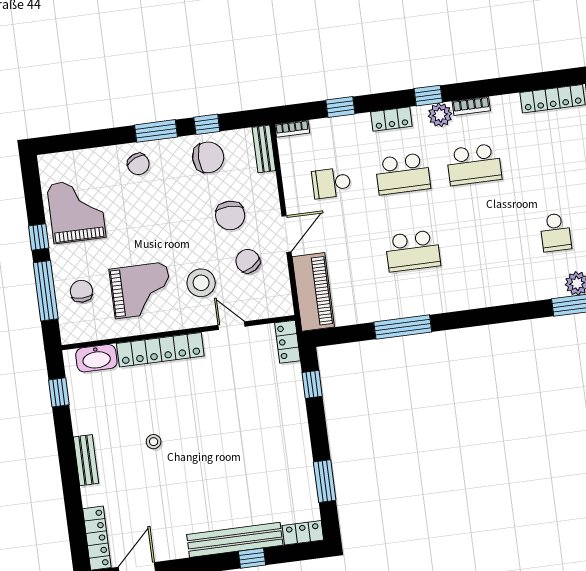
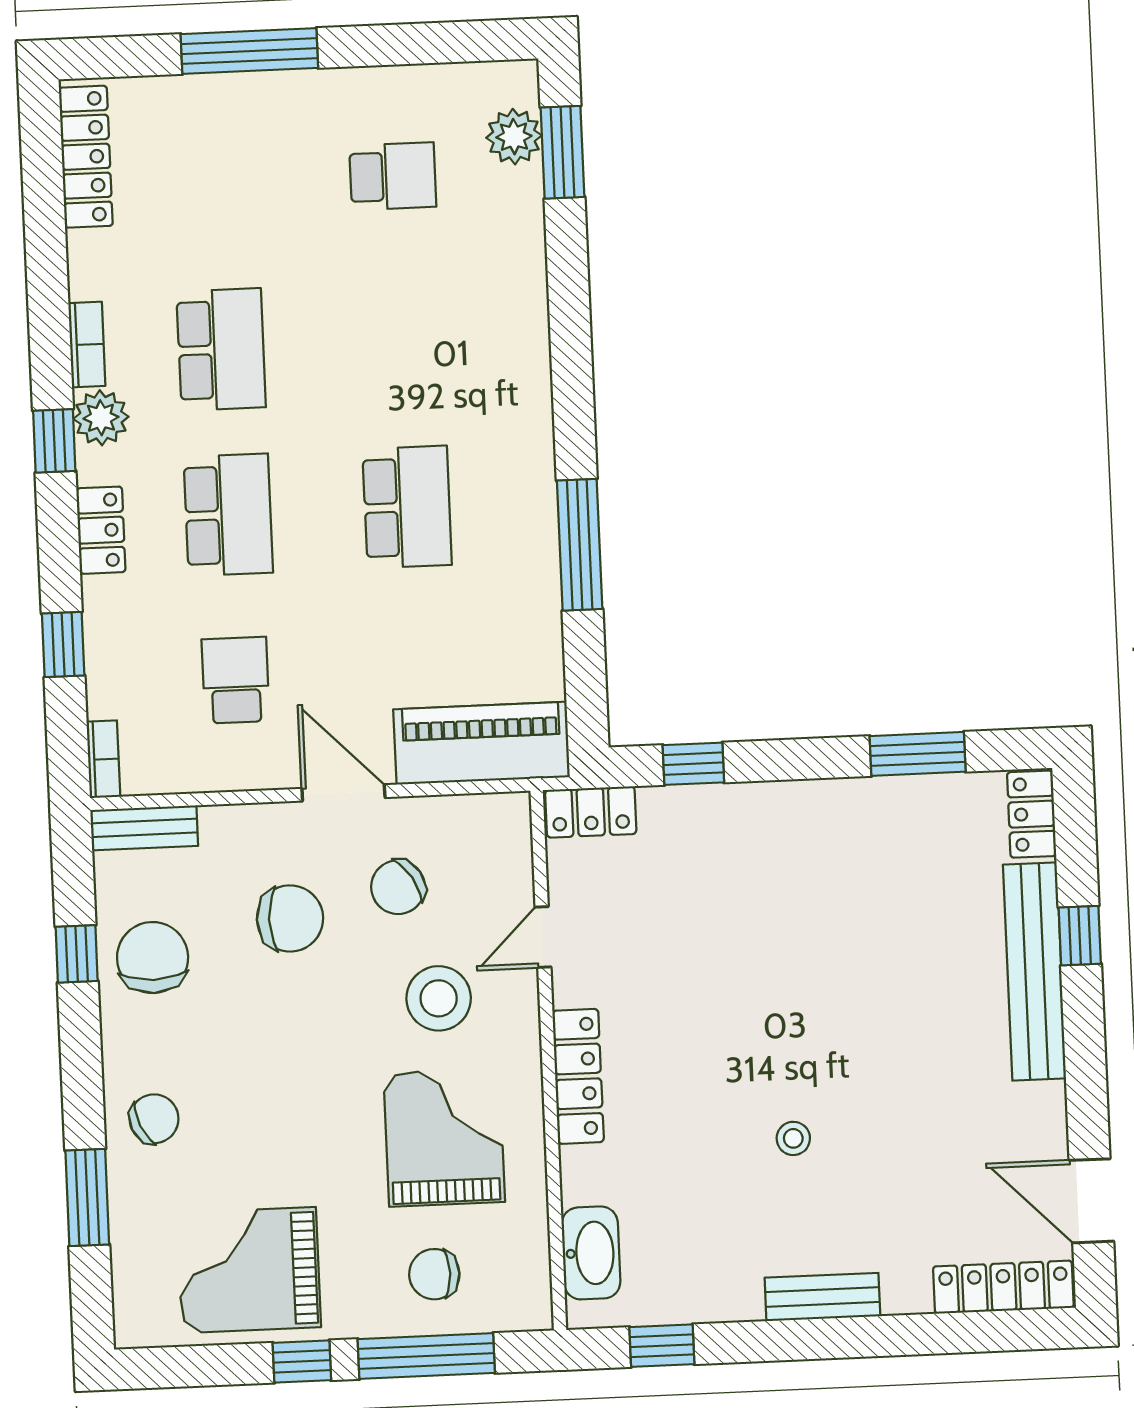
window: (156, 131) -> (87, 1197), moved
school desk: (331, 183) -> (236, 680), turned 180
locker: (160, 350) -> (578, 1076), width x0.71, depth x0.83

